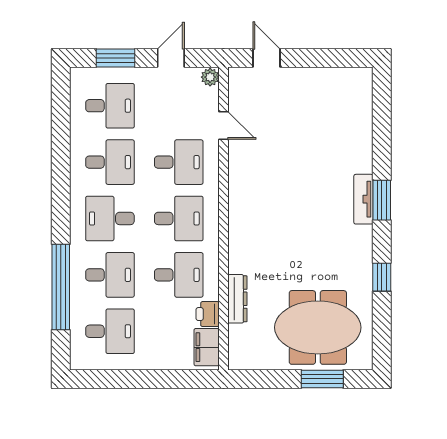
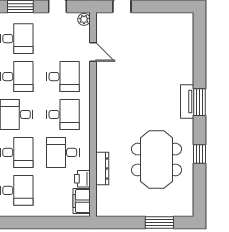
desk: (179, 275) -> (63, 152), turned 180
meeting table: (318, 327) -> (156, 160), moved, turned 90

